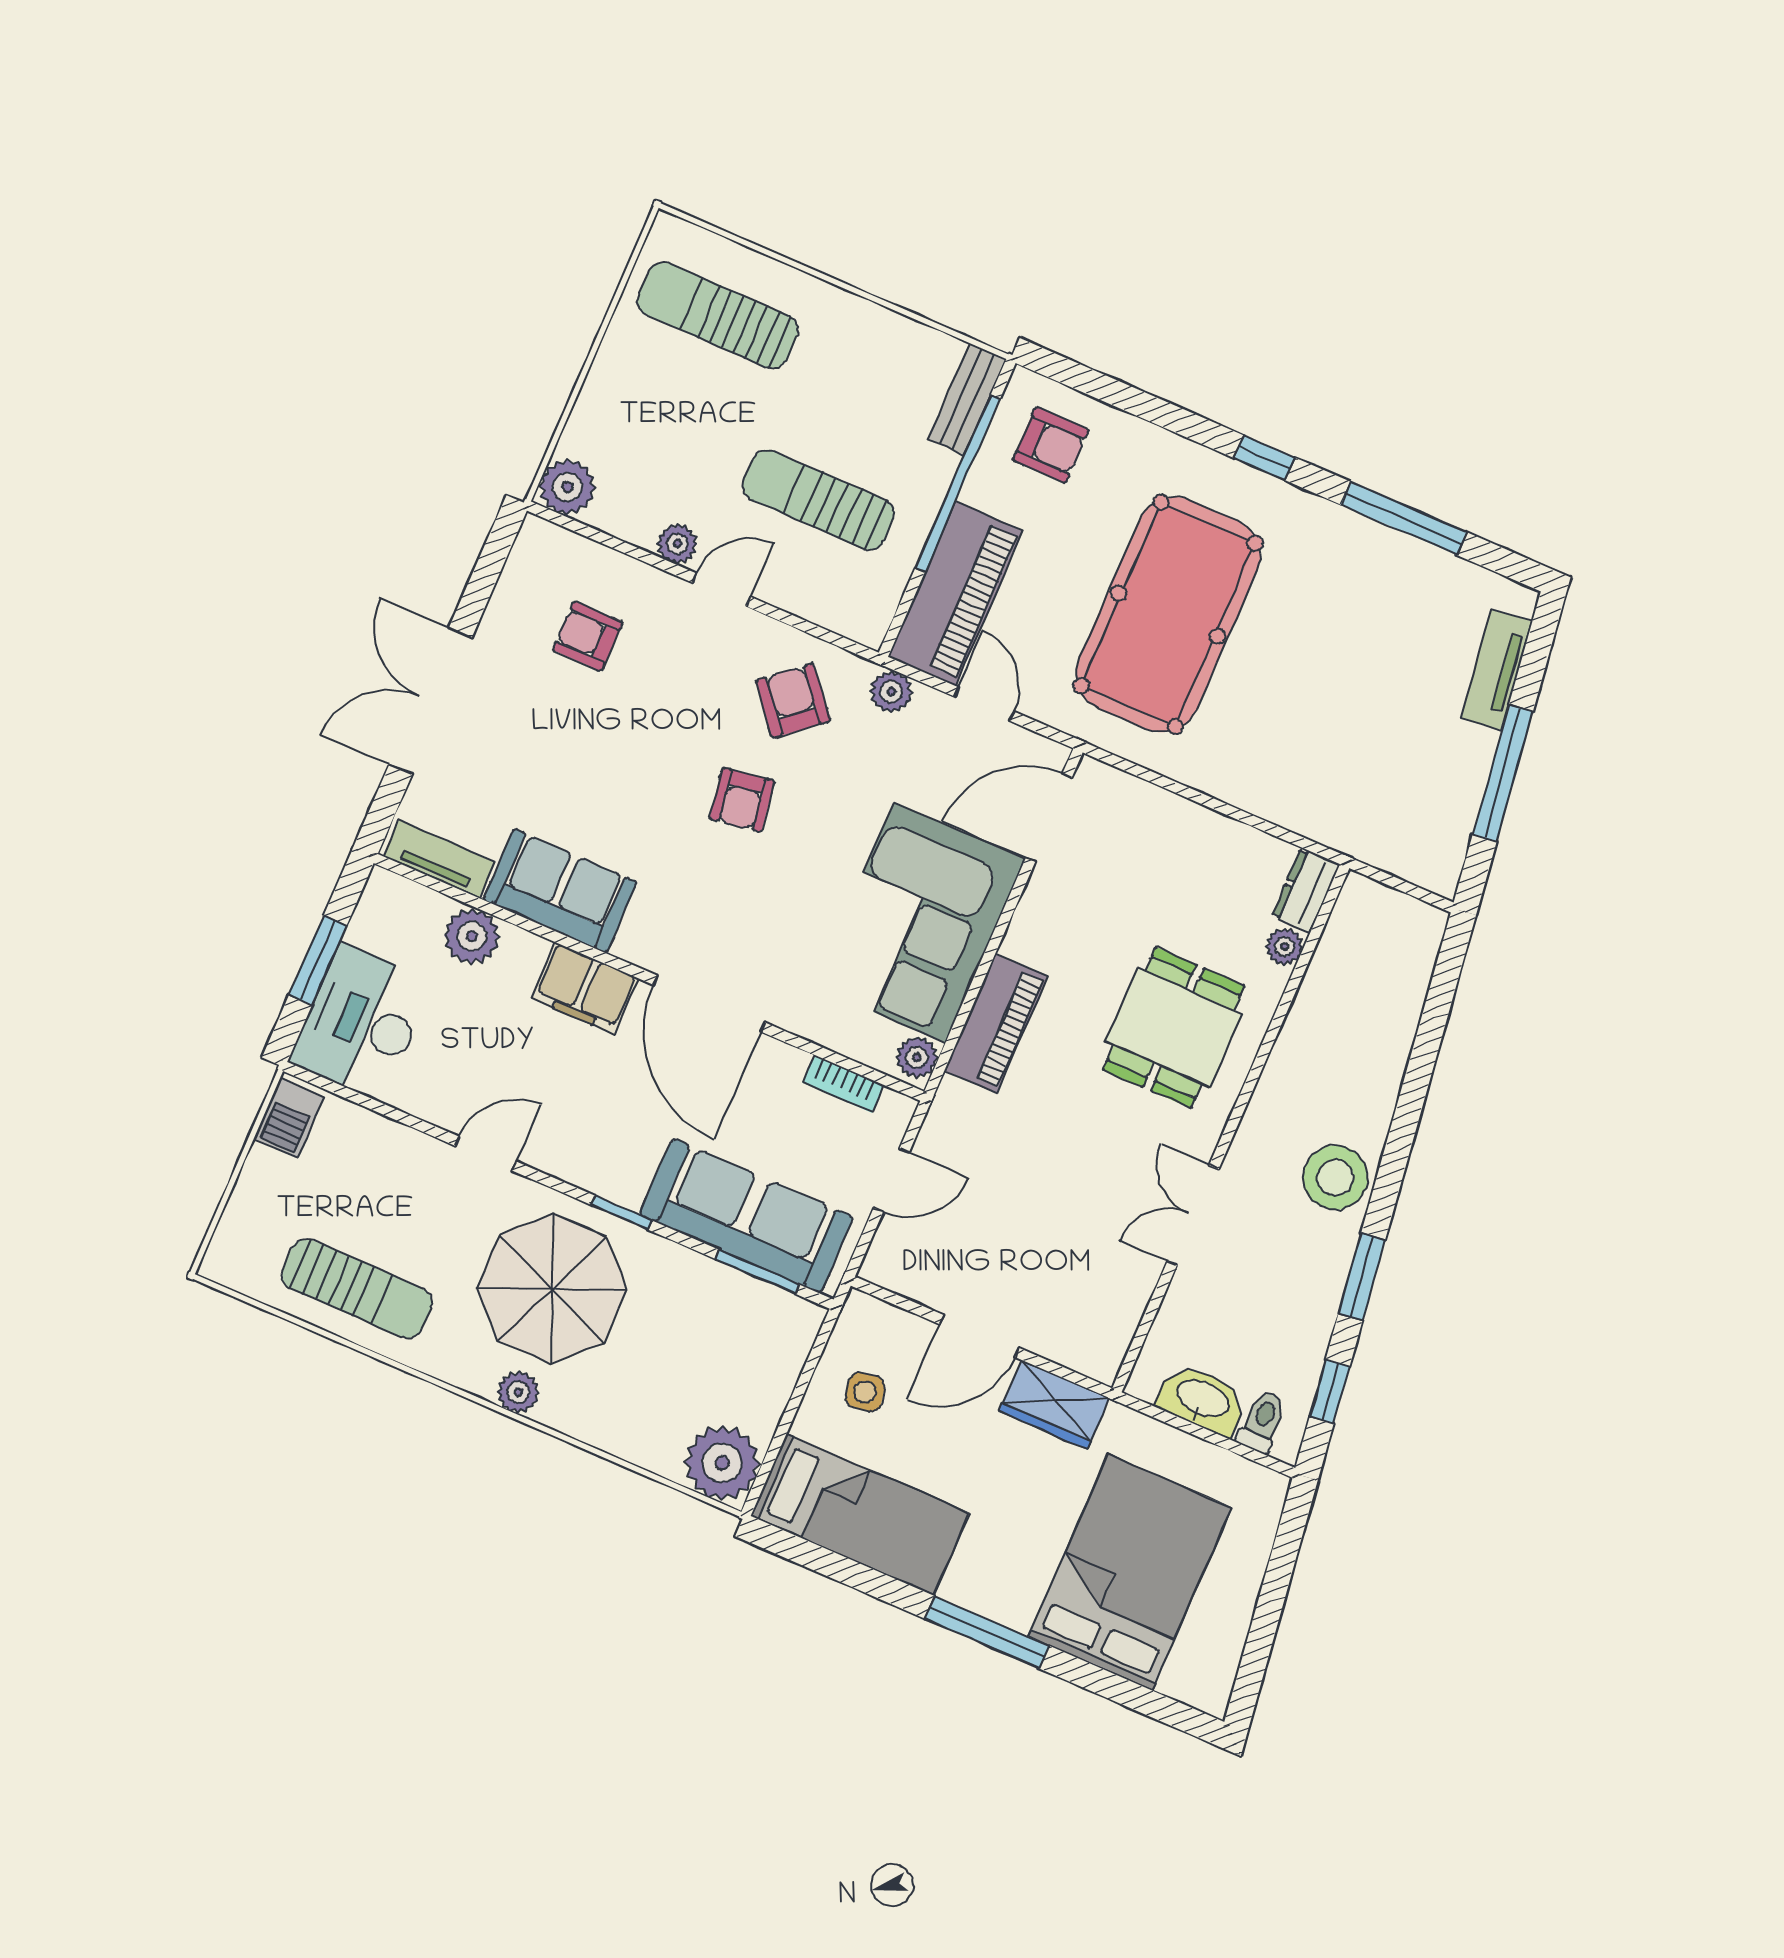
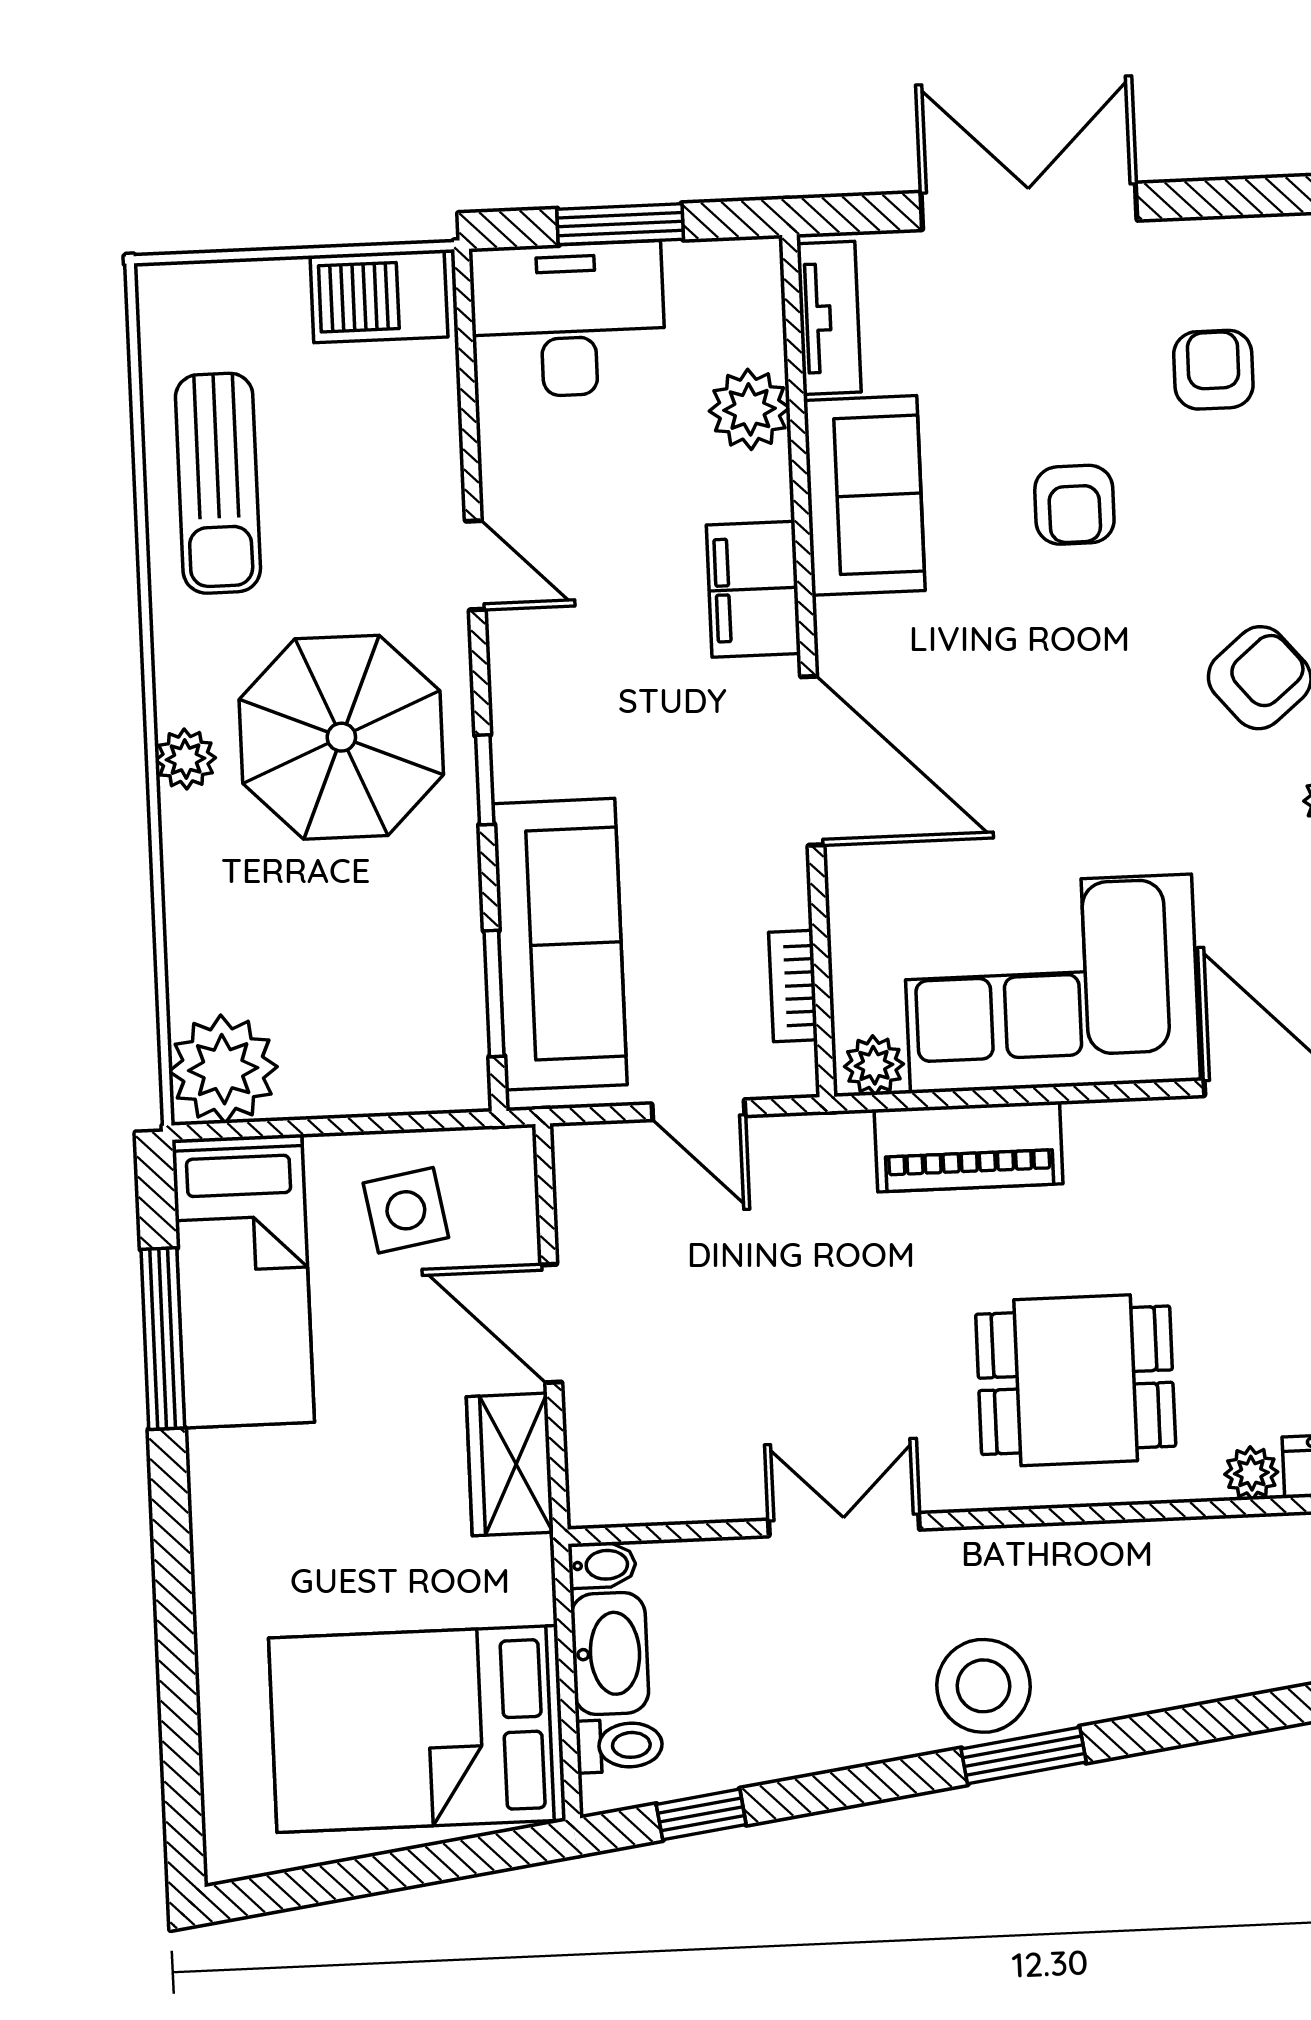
armchair: (742, 800) -> (1074, 505), moved, turned -81
door: (709, 1004) -> (812, 761), swing flipped
barbecue: (289, 1118) -> (379, 296), width x1.38, depth x1.27
window: (1362, 1277) -> (1024, 1755), moved
bidet: (1145, 1378) -> (602, 1565), added
side table: (865, 1392) -> (406, 1210), width x1.37, depth x1.37
bed: (1130, 1572) -> (417, 1729), moved, turned 180
window: (987, 1632) -> (163, 1339), moved

